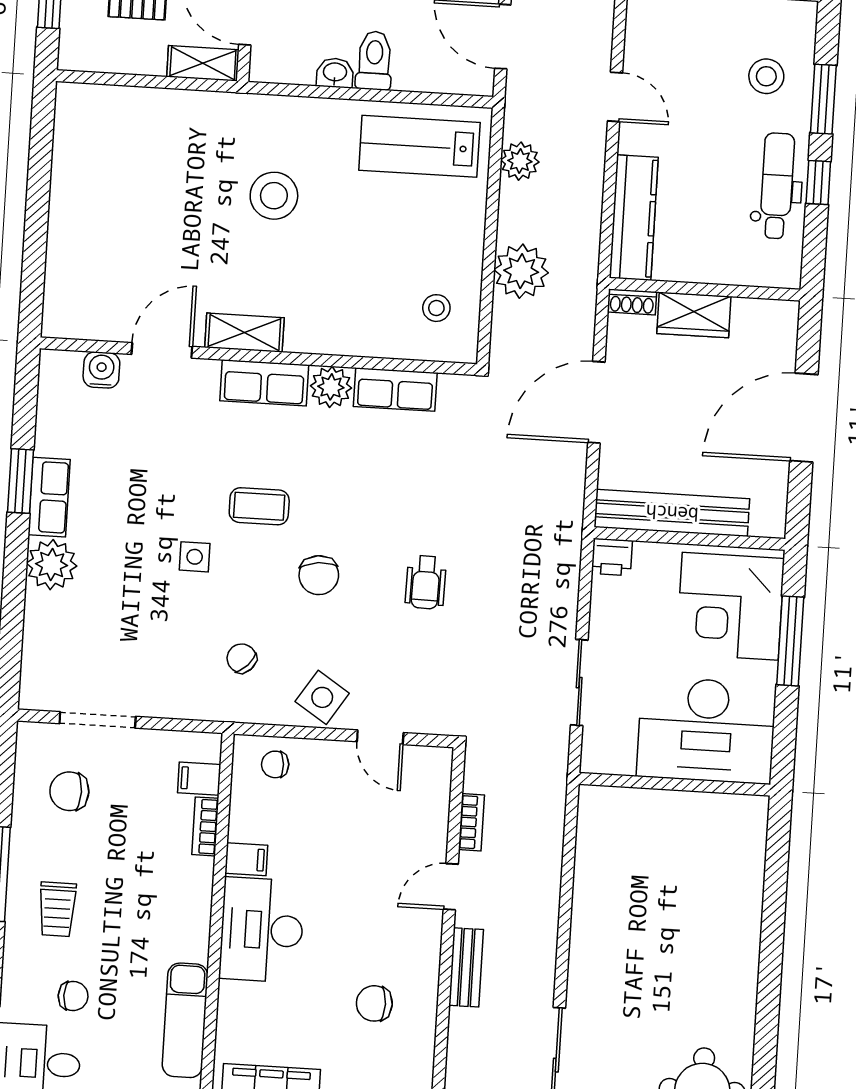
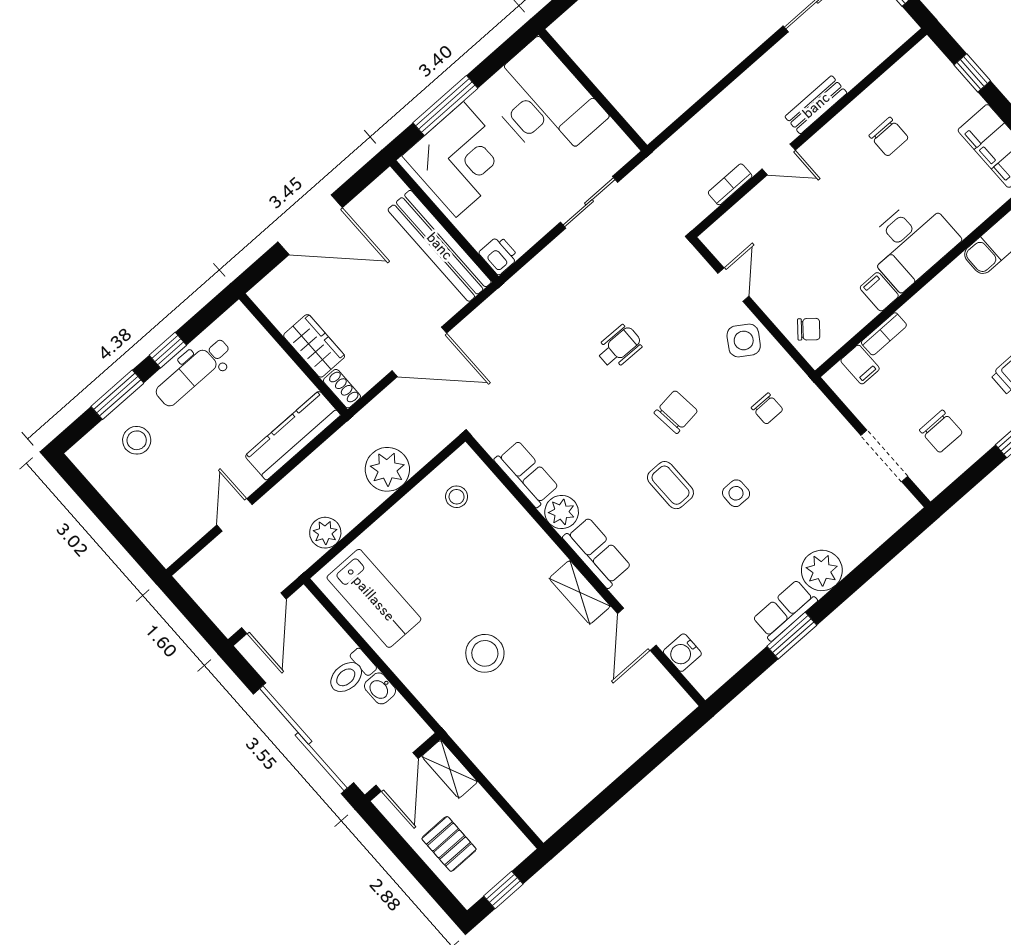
door: (162, 350) -> (637, 629), hinge flipped
chair: (242, 658) -> (767, 409), turned -44
chair: (275, 764) -> (809, 329), turned -46

